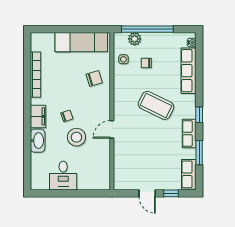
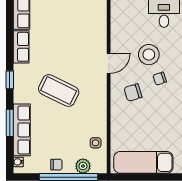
chair: (146, 63) -> (56, 165), moved
chair: (94, 78) -> (133, 93), moved
row of seats: (189, 134) -> (21, 47), moved
window: (199, 153) -> (10, 123), moved

